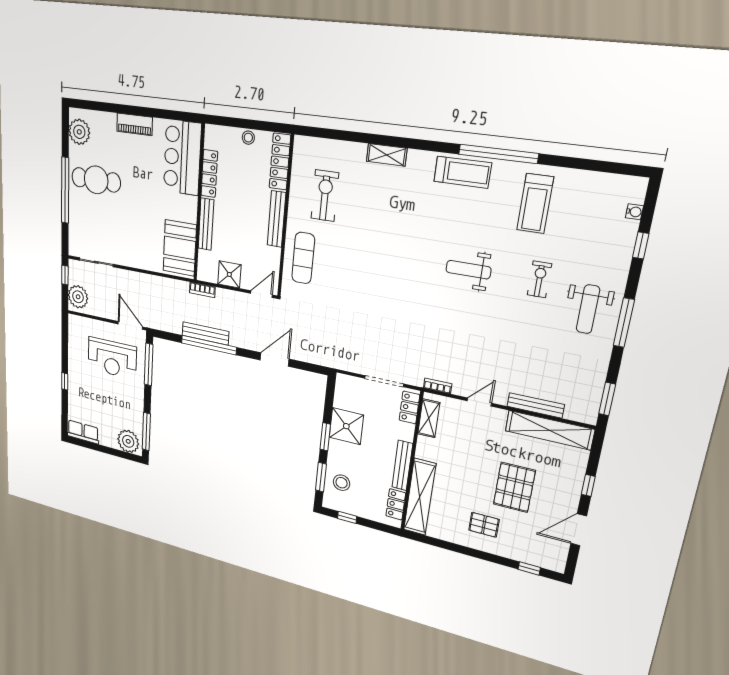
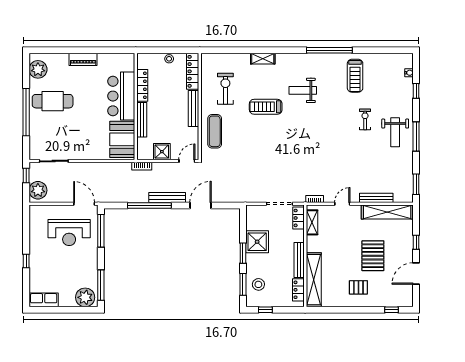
bar counter: (182, 158) -> (121, 96), moved
treadmill: (463, 172) -> (266, 107), moved, turned 180
weight bench: (468, 270) -> (303, 90), moved
bench: (205, 333) -> (167, 197), moved

